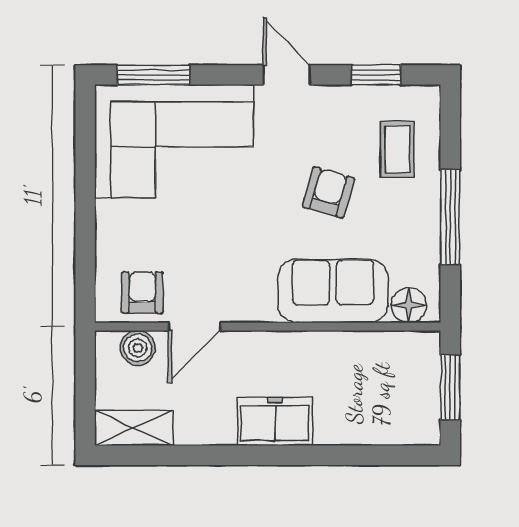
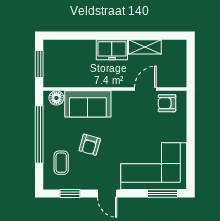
window: (450, 217) -> (39, 134), width x1.46
armchair: (142, 293) -> (167, 103), turned 90
boiler: (138, 348) -> (169, 80), removed
shelving: (134, 428) -> (145, 47), moved

